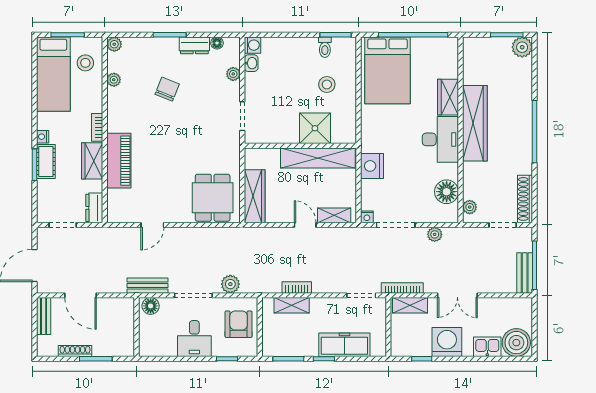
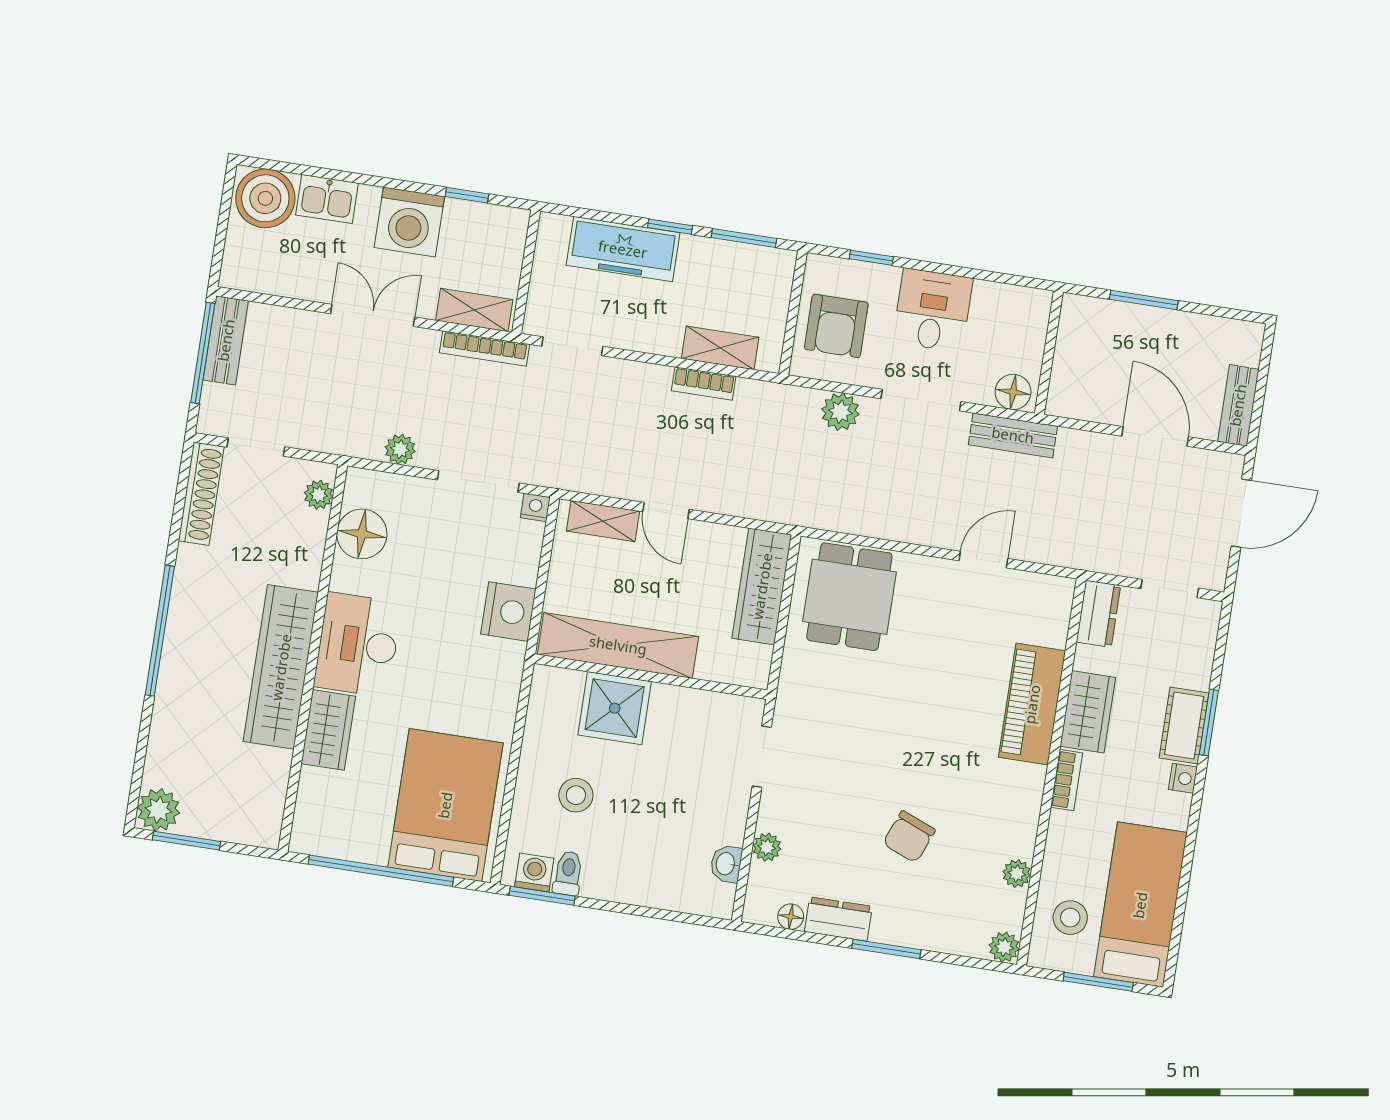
washing machine: (253, 45) -> (534, 873), moved, turned 90
shoe rack: (75, 351) -> (1184, 323), removed

